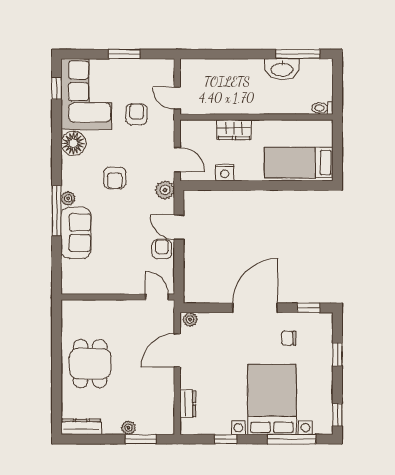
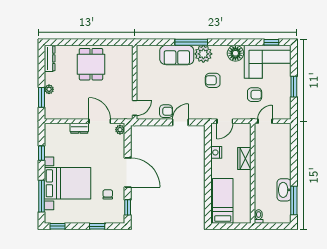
plant: (165, 190) -> (205, 113), removed
plant: (68, 198) -> (203, 54), width x1.87, depth x1.87
dining table: (90, 364) -> (91, 64), turned 90
dresser: (188, 404) -> (79, 128), moved

